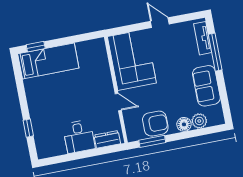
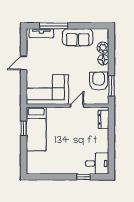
window: (36, 47) -> (24, 128), moved
bed: (48, 61) -> (36, 129), moved, turned 180
desk: (79, 136) -> (97, 164), moved

